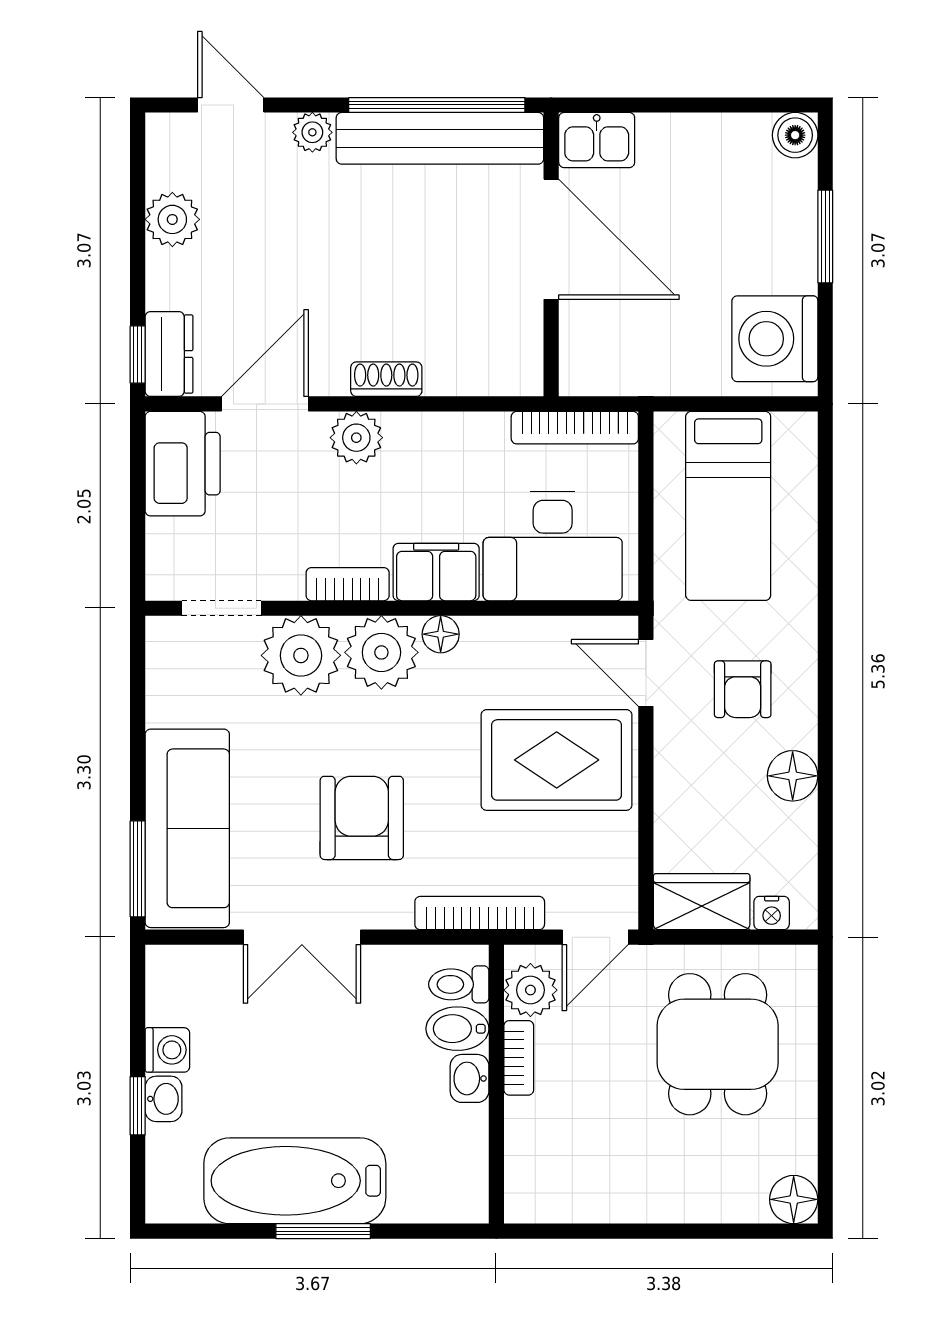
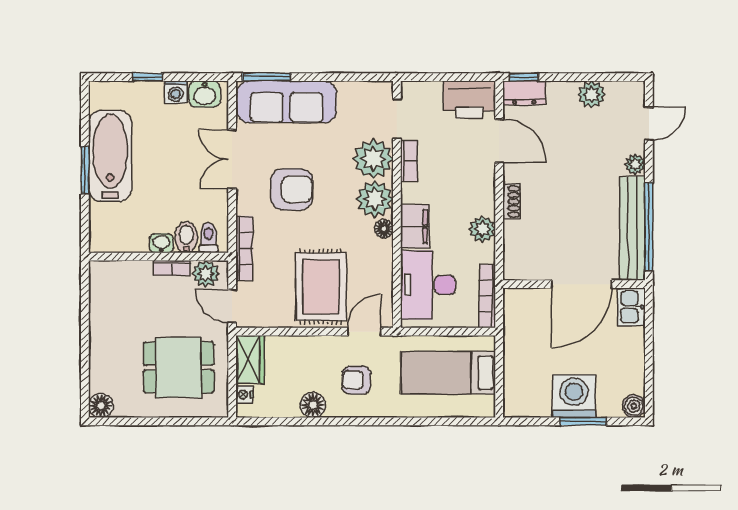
washing machine: (775, 339) -> (574, 396), moved
plant: (356, 438) -> (482, 229), moved
bookcase: (348, 584) -> (409, 161), moved
washbasin: (164, 1099) -> (205, 94), moved, width x1.38, depth x1.45

